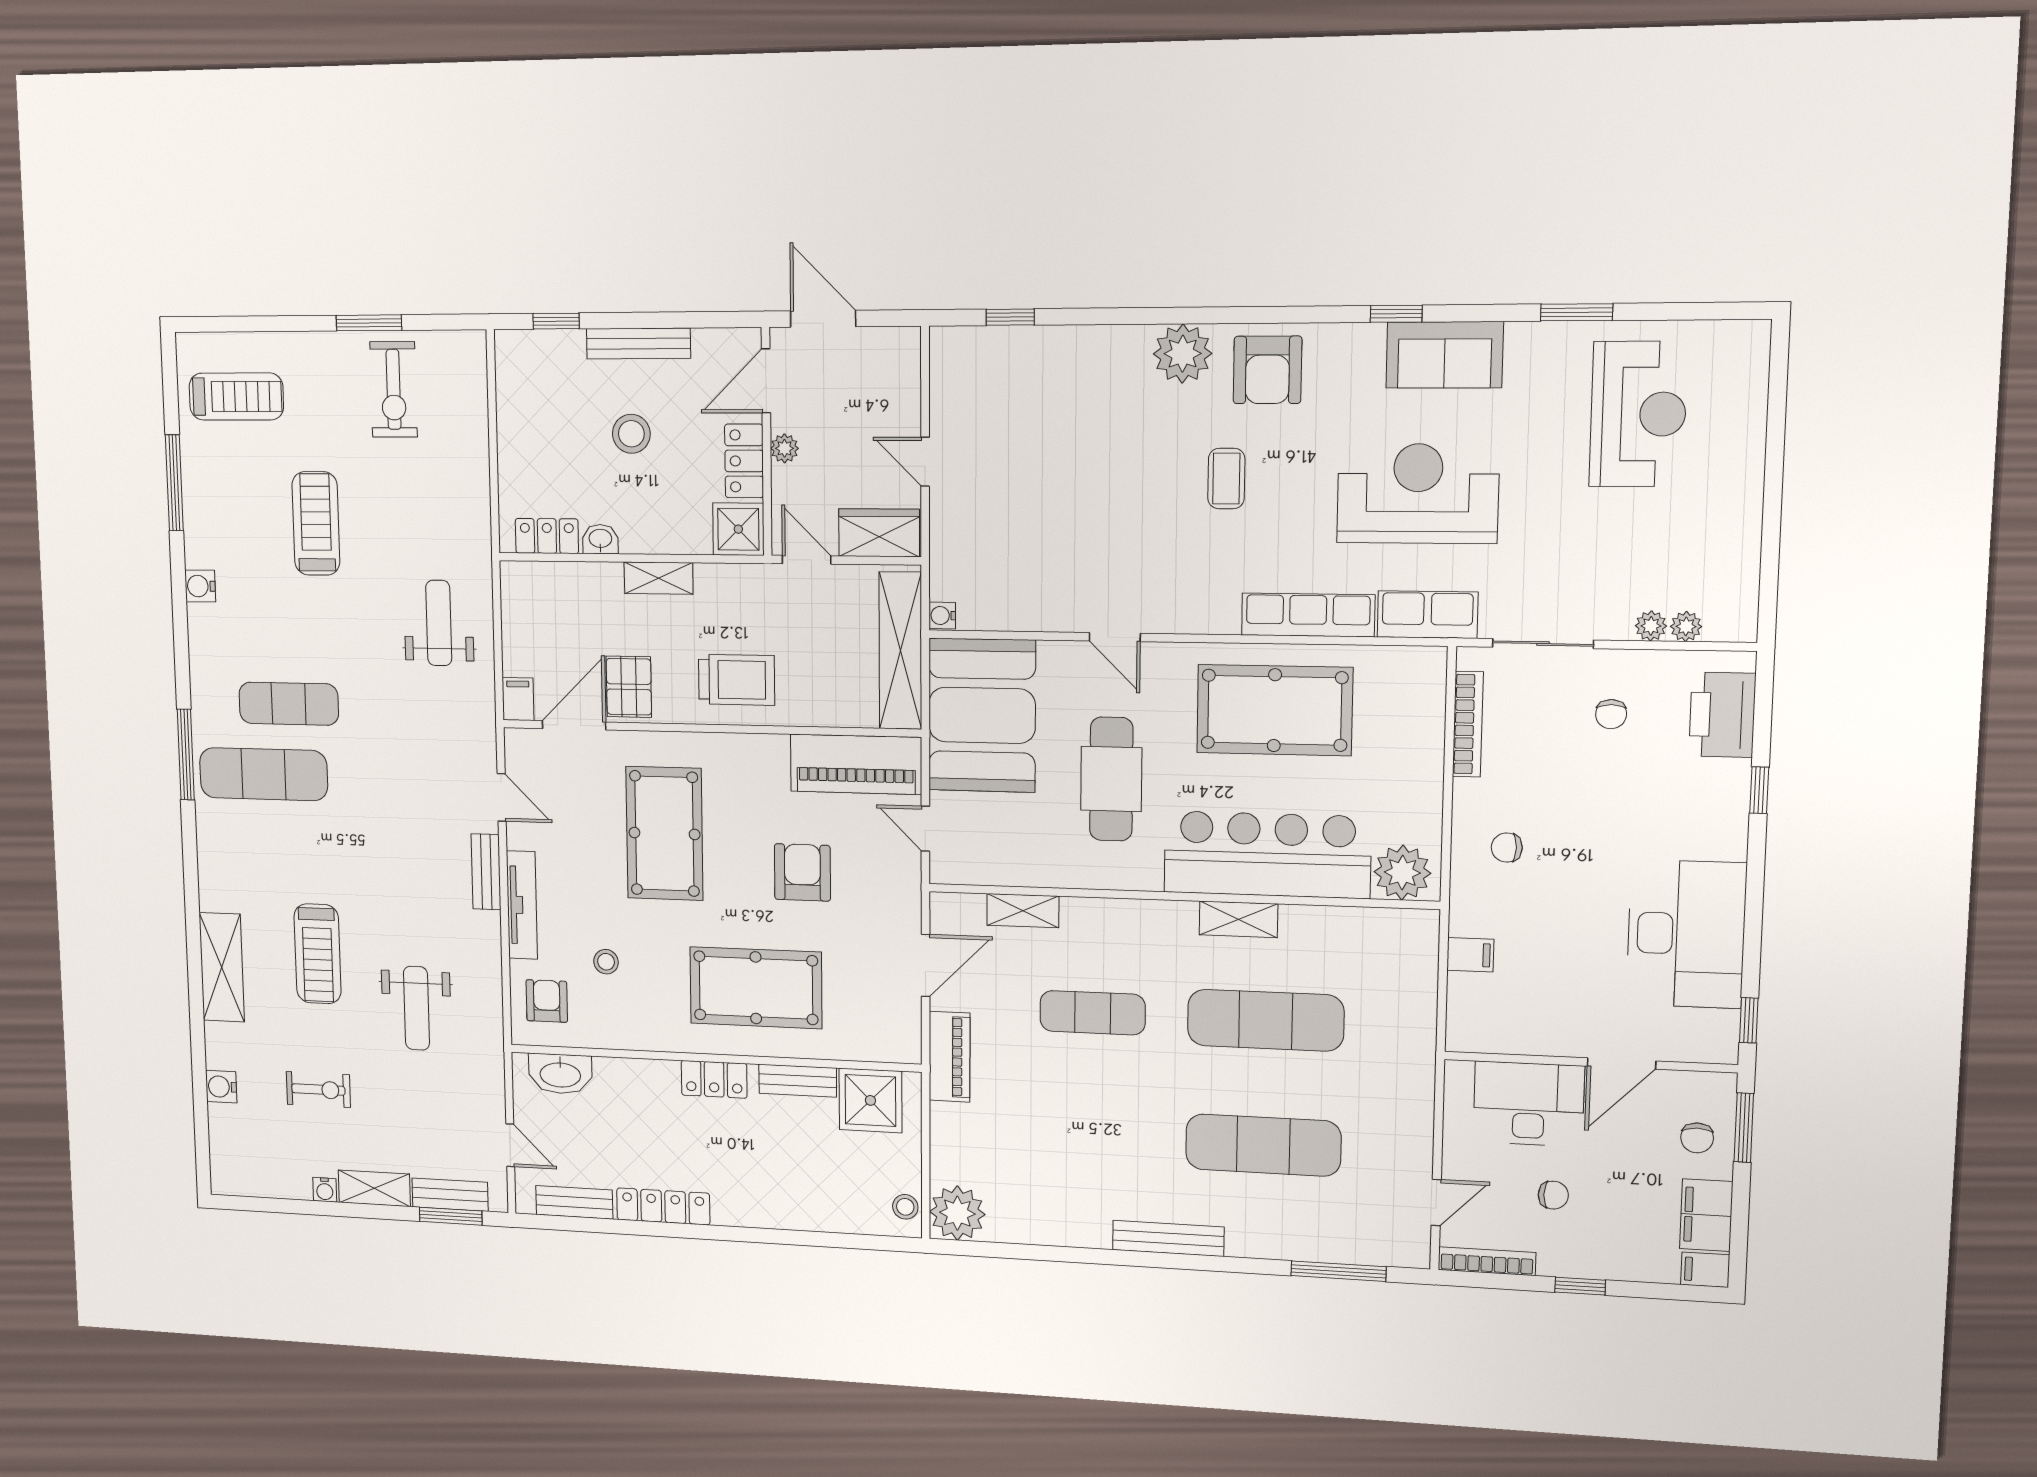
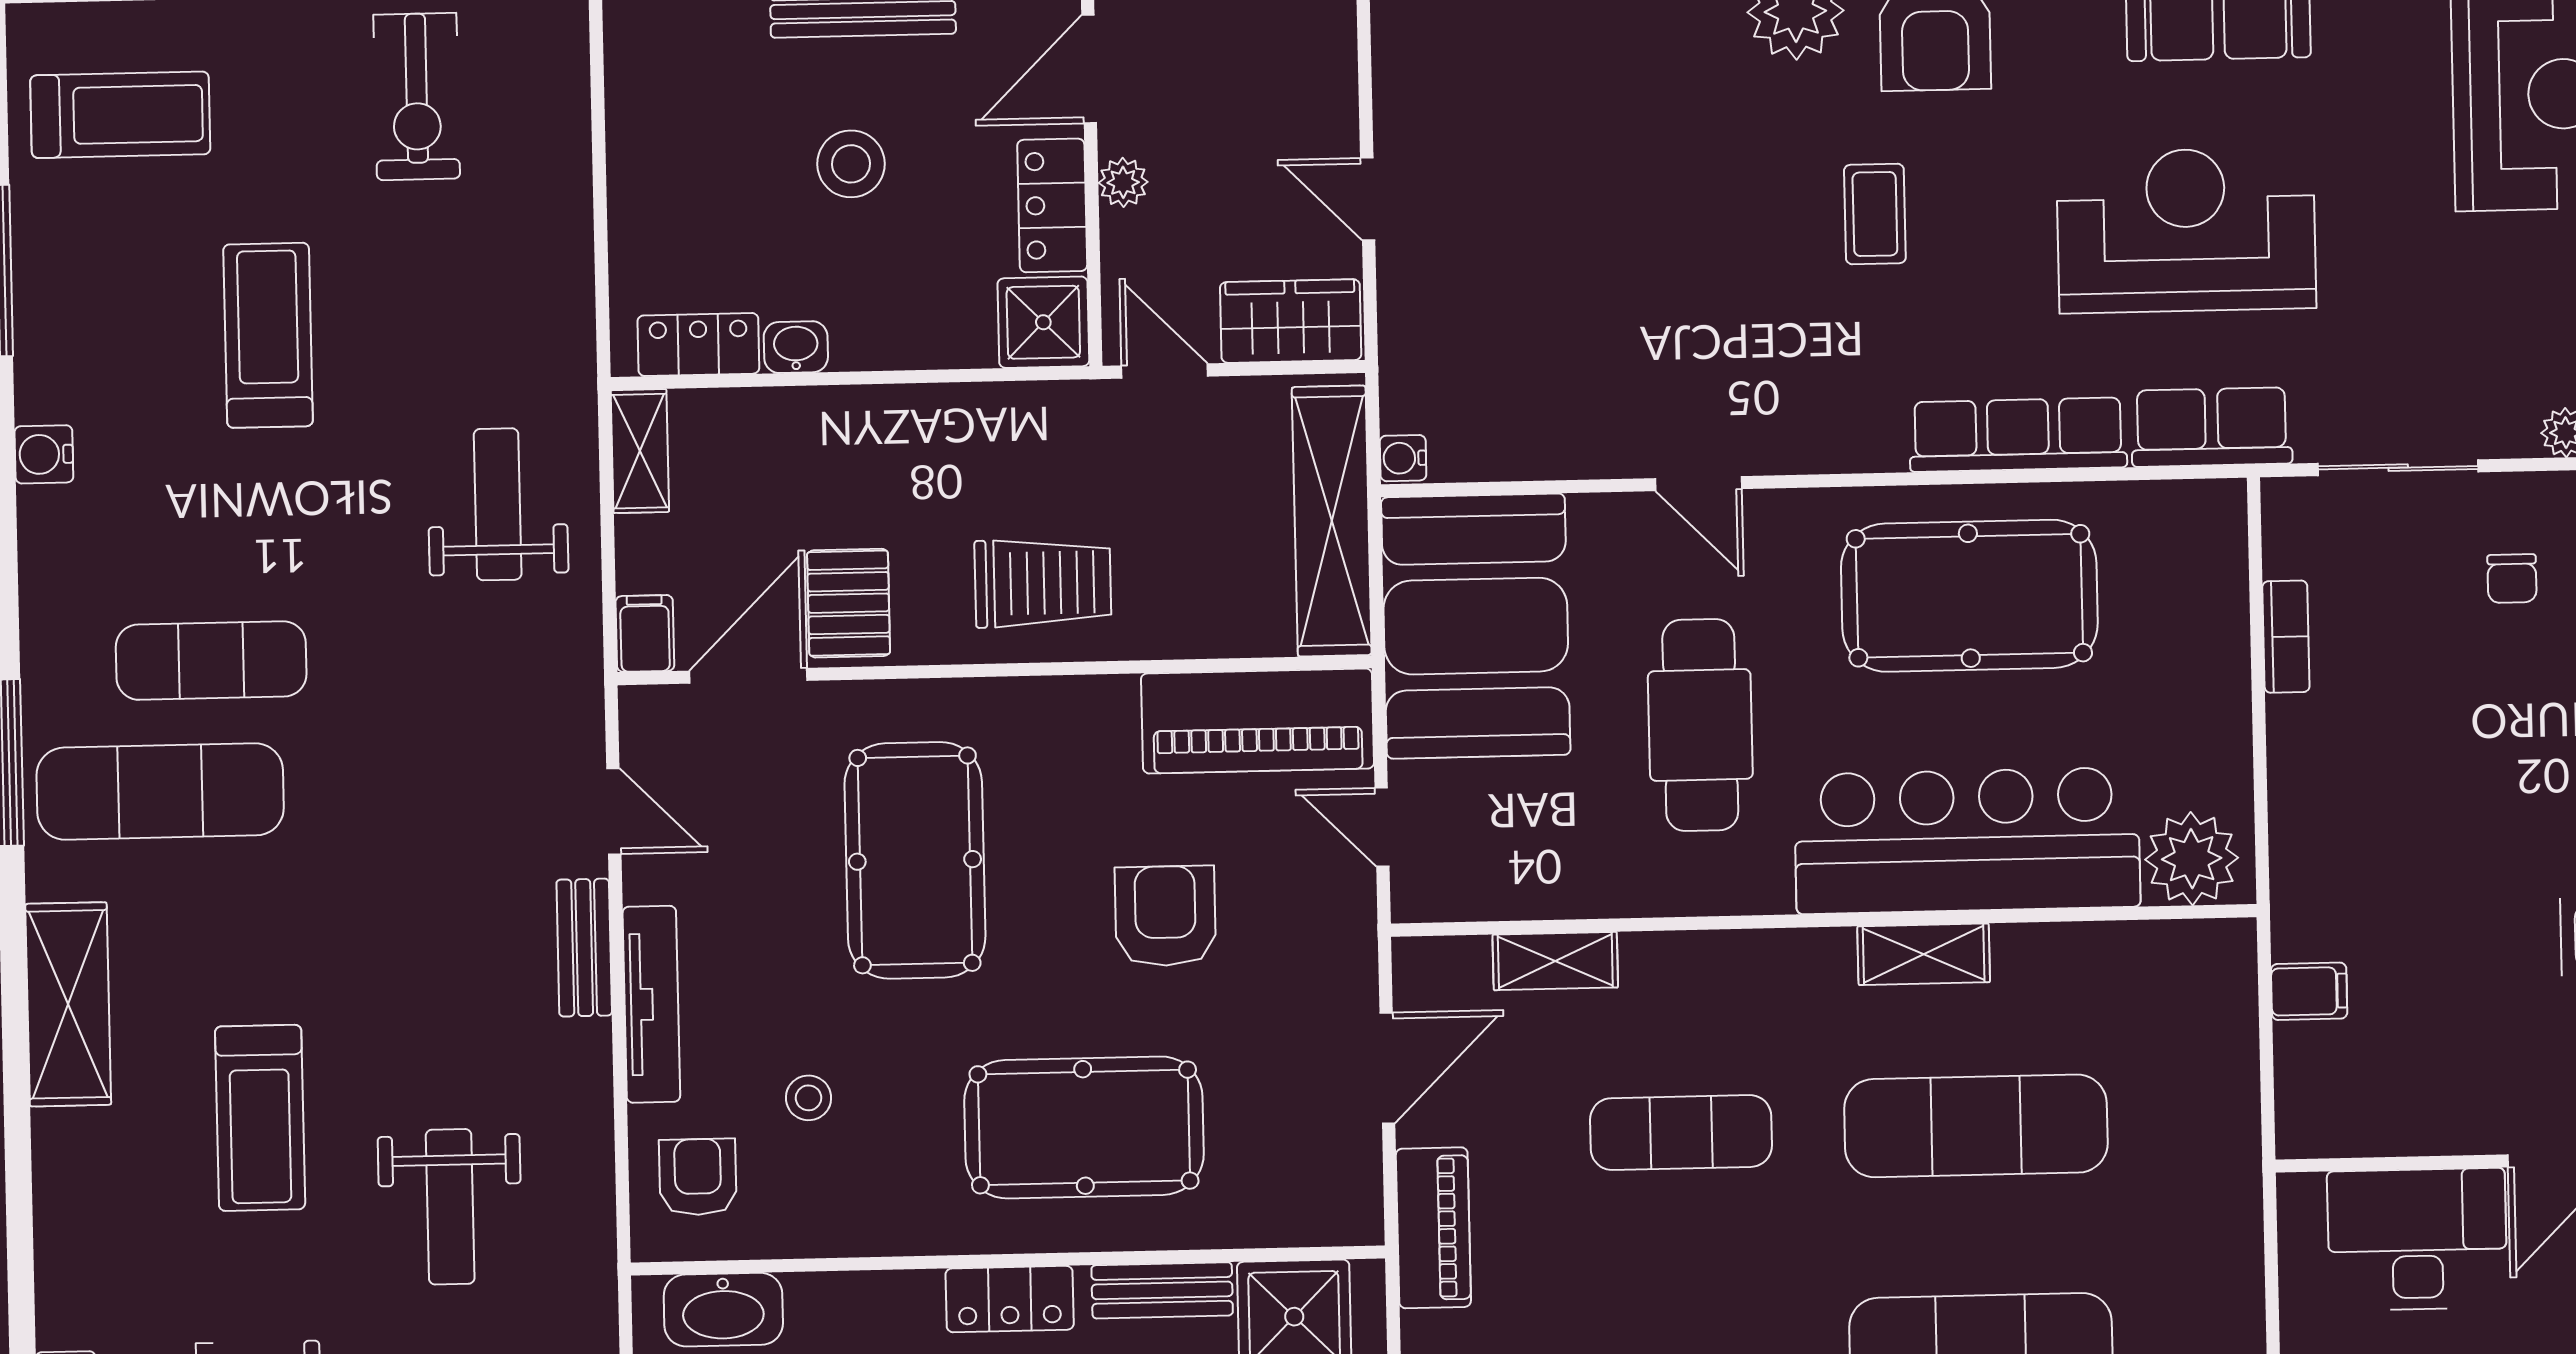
shelving: (659, 578) -> (640, 451), moved, turned 90
bookcase: (1468, 724) -> (2286, 637), width x0.64
chair: (1507, 848) -> (2359, 807), removed
shelving: (222, 967) -> (68, 1004), moved

